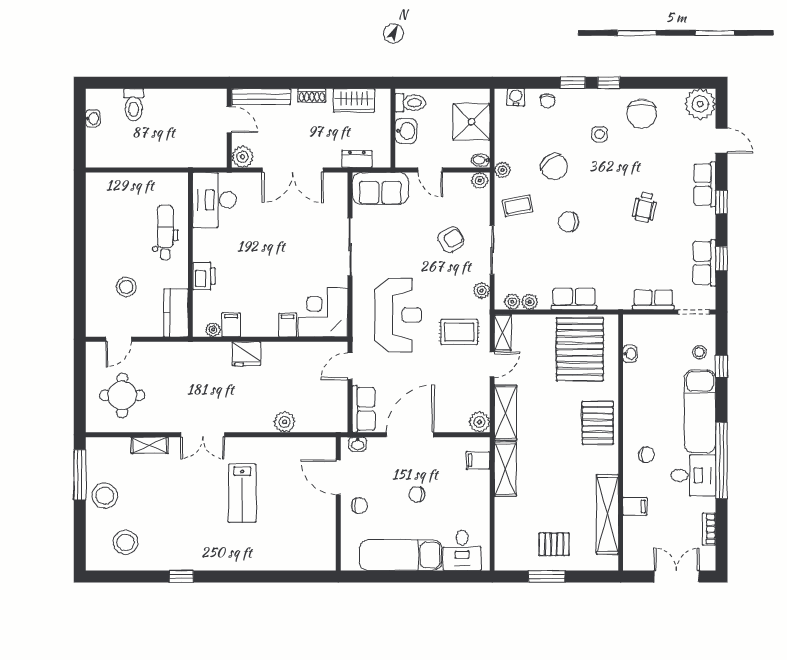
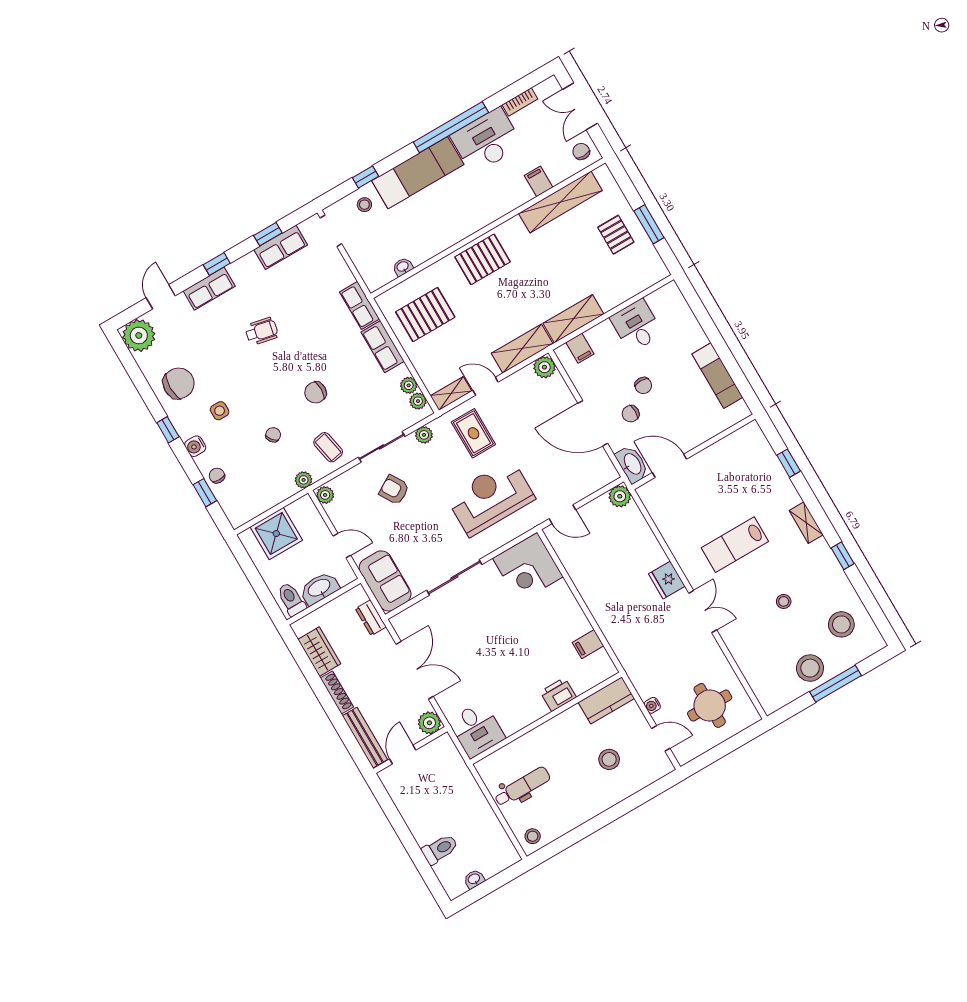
window: (573, 83) -> (205, 493), moved
shoe rack: (312, 95) -> (337, 693), width x1.43
water cooler: (516, 97) -> (195, 446), moved
chair: (548, 101) -> (217, 476), turned -90
washbasin: (406, 131) -> (319, 588), width x1.38
bidet: (481, 160) -> (306, 505), removed
chair: (554, 167) -> (273, 435), width x0.54, depth x0.54
door: (430, 170) -> (342, 546), hinge flipped
stool: (100, 187) -> (533, 836), added
desk: (214, 200) -> (477, 729), width x0.73
chair: (569, 222) -> (316, 392), turned 90
dental chair: (165, 232) -> (522, 787), moved, turned 180
row of seats: (653, 300) -> (360, 305), moved
filing cabinet: (288, 325) -> (558, 593), removed
plant: (213, 330) -> (602, 658), removed
water cooler: (150, 348) -> (652, 705), added
pallet: (580, 349) -> (425, 315), width x0.73, depth x0.71
fridge: (246, 354) -> (667, 580), moved, turned 180
row of seats: (364, 409) -> (594, 479), removed
plant: (285, 422) -> (620, 496), moved
washbasin: (358, 444) -> (632, 464), width x1.91, depth x1.45
shelving: (150, 445) -> (806, 523), moved
chair: (646, 455) -> (581, 151), moved
window: (80, 475) -> (836, 684), moved
desk: (693, 475) -> (486, 141), width x1.37
door: (338, 477) -> (670, 466), swing flipped
lab bench: (242, 493) -> (735, 545), turned 180
stool: (172, 506) -> (784, 601), added
chair: (359, 506) -> (631, 414), moved, turned -90
desk: (462, 550) -> (636, 326), moved, turned -90
exam couch: (400, 555) -> (717, 376), width x0.73, depth x0.69
window: (283, 576) -> (789, 463), added

